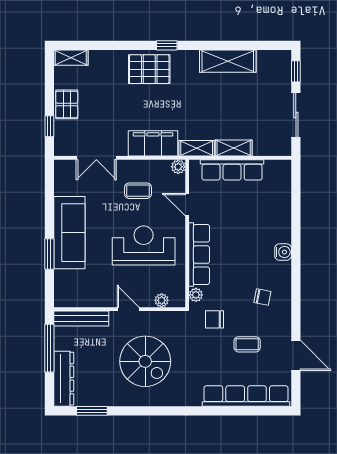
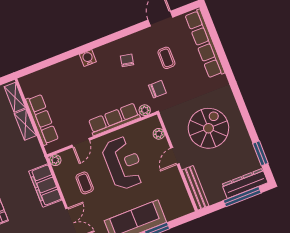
shelving: (197, 148) -> (15, 97), moved
reception desk: (144, 245) -> (123, 163), turned 180
chair: (215, 319) -> (157, 89), turned -90
window: (49, 348) -> (242, 197), moved

